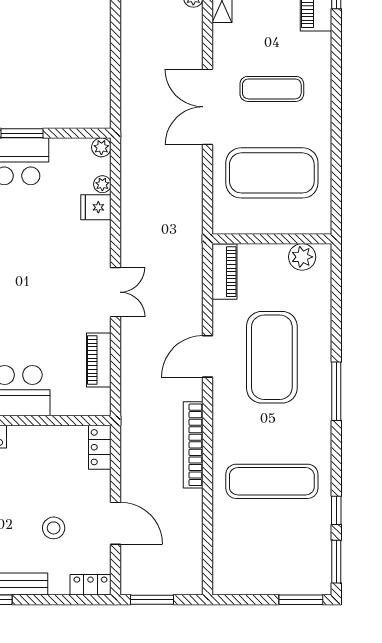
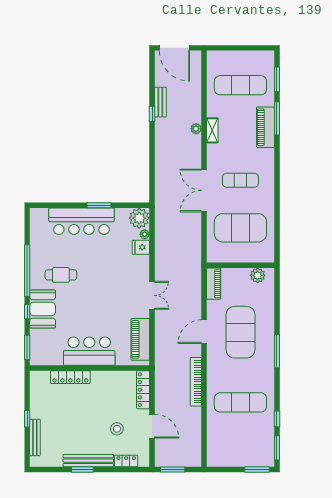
plant: (101, 147) -> (139, 218), width x1.88, depth x1.88
piano: (99, 360) -> (140, 339), width x1.37, depth x1.33
locker: (100, 447) -> (143, 390), width x1.53
locker: (91, 585) -> (126, 461), moved

